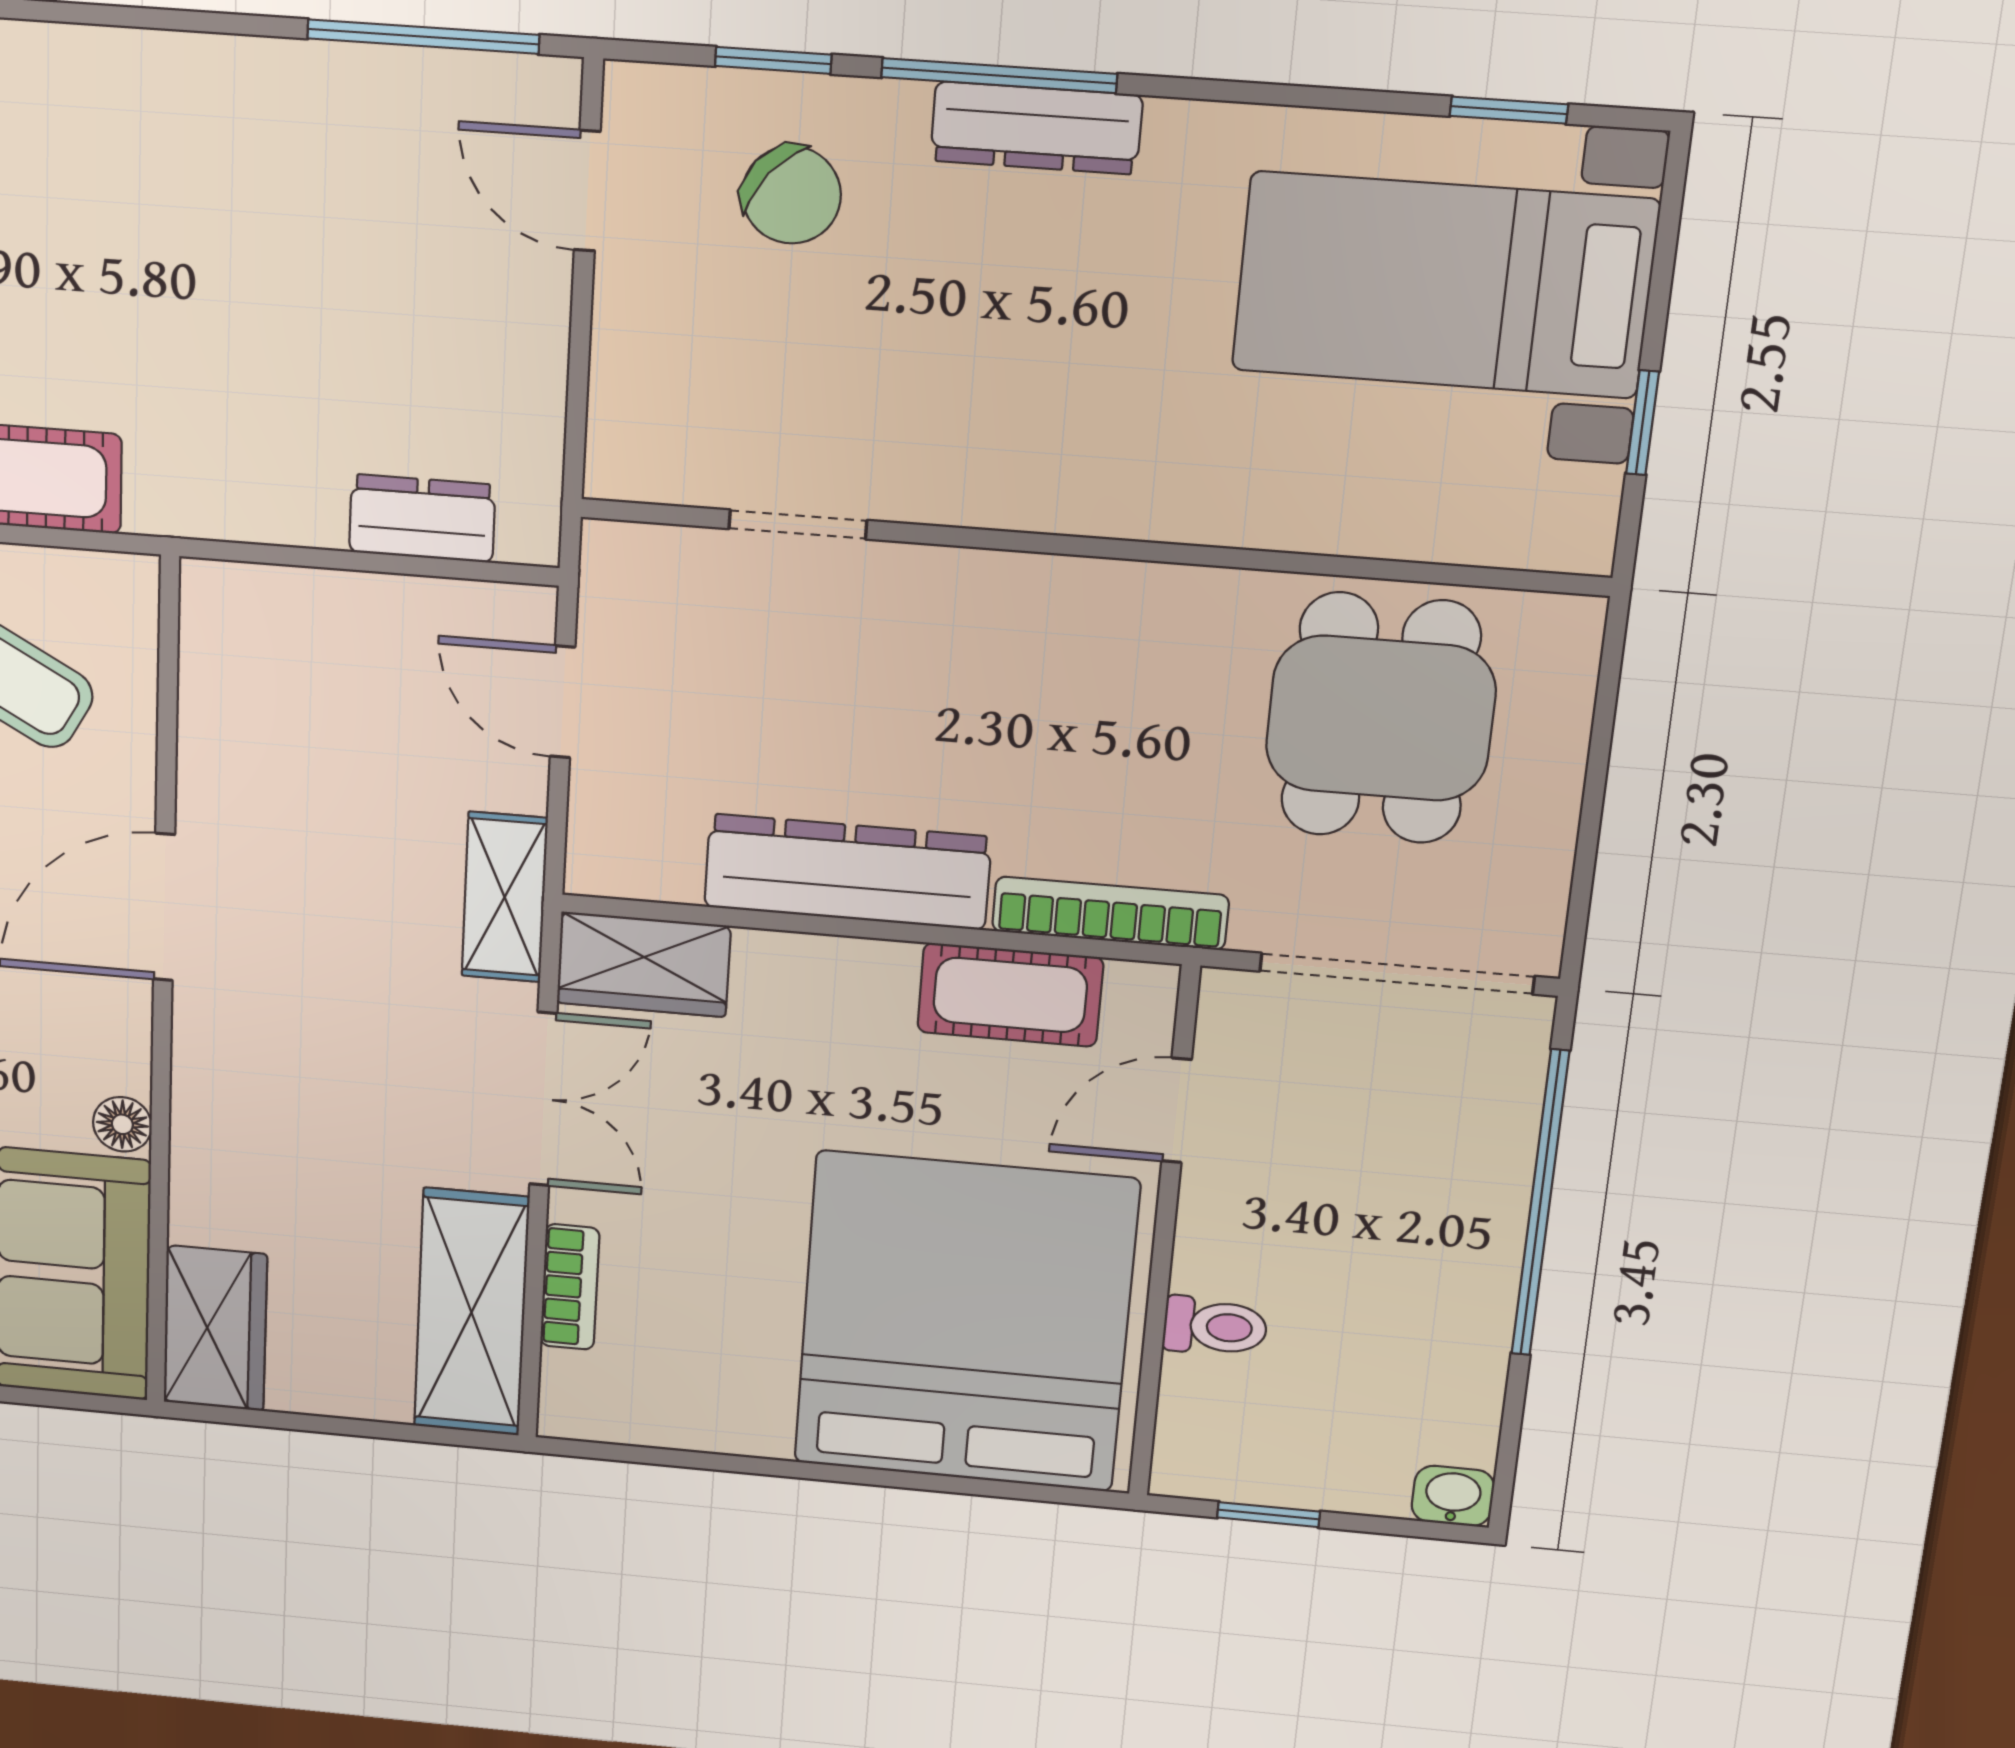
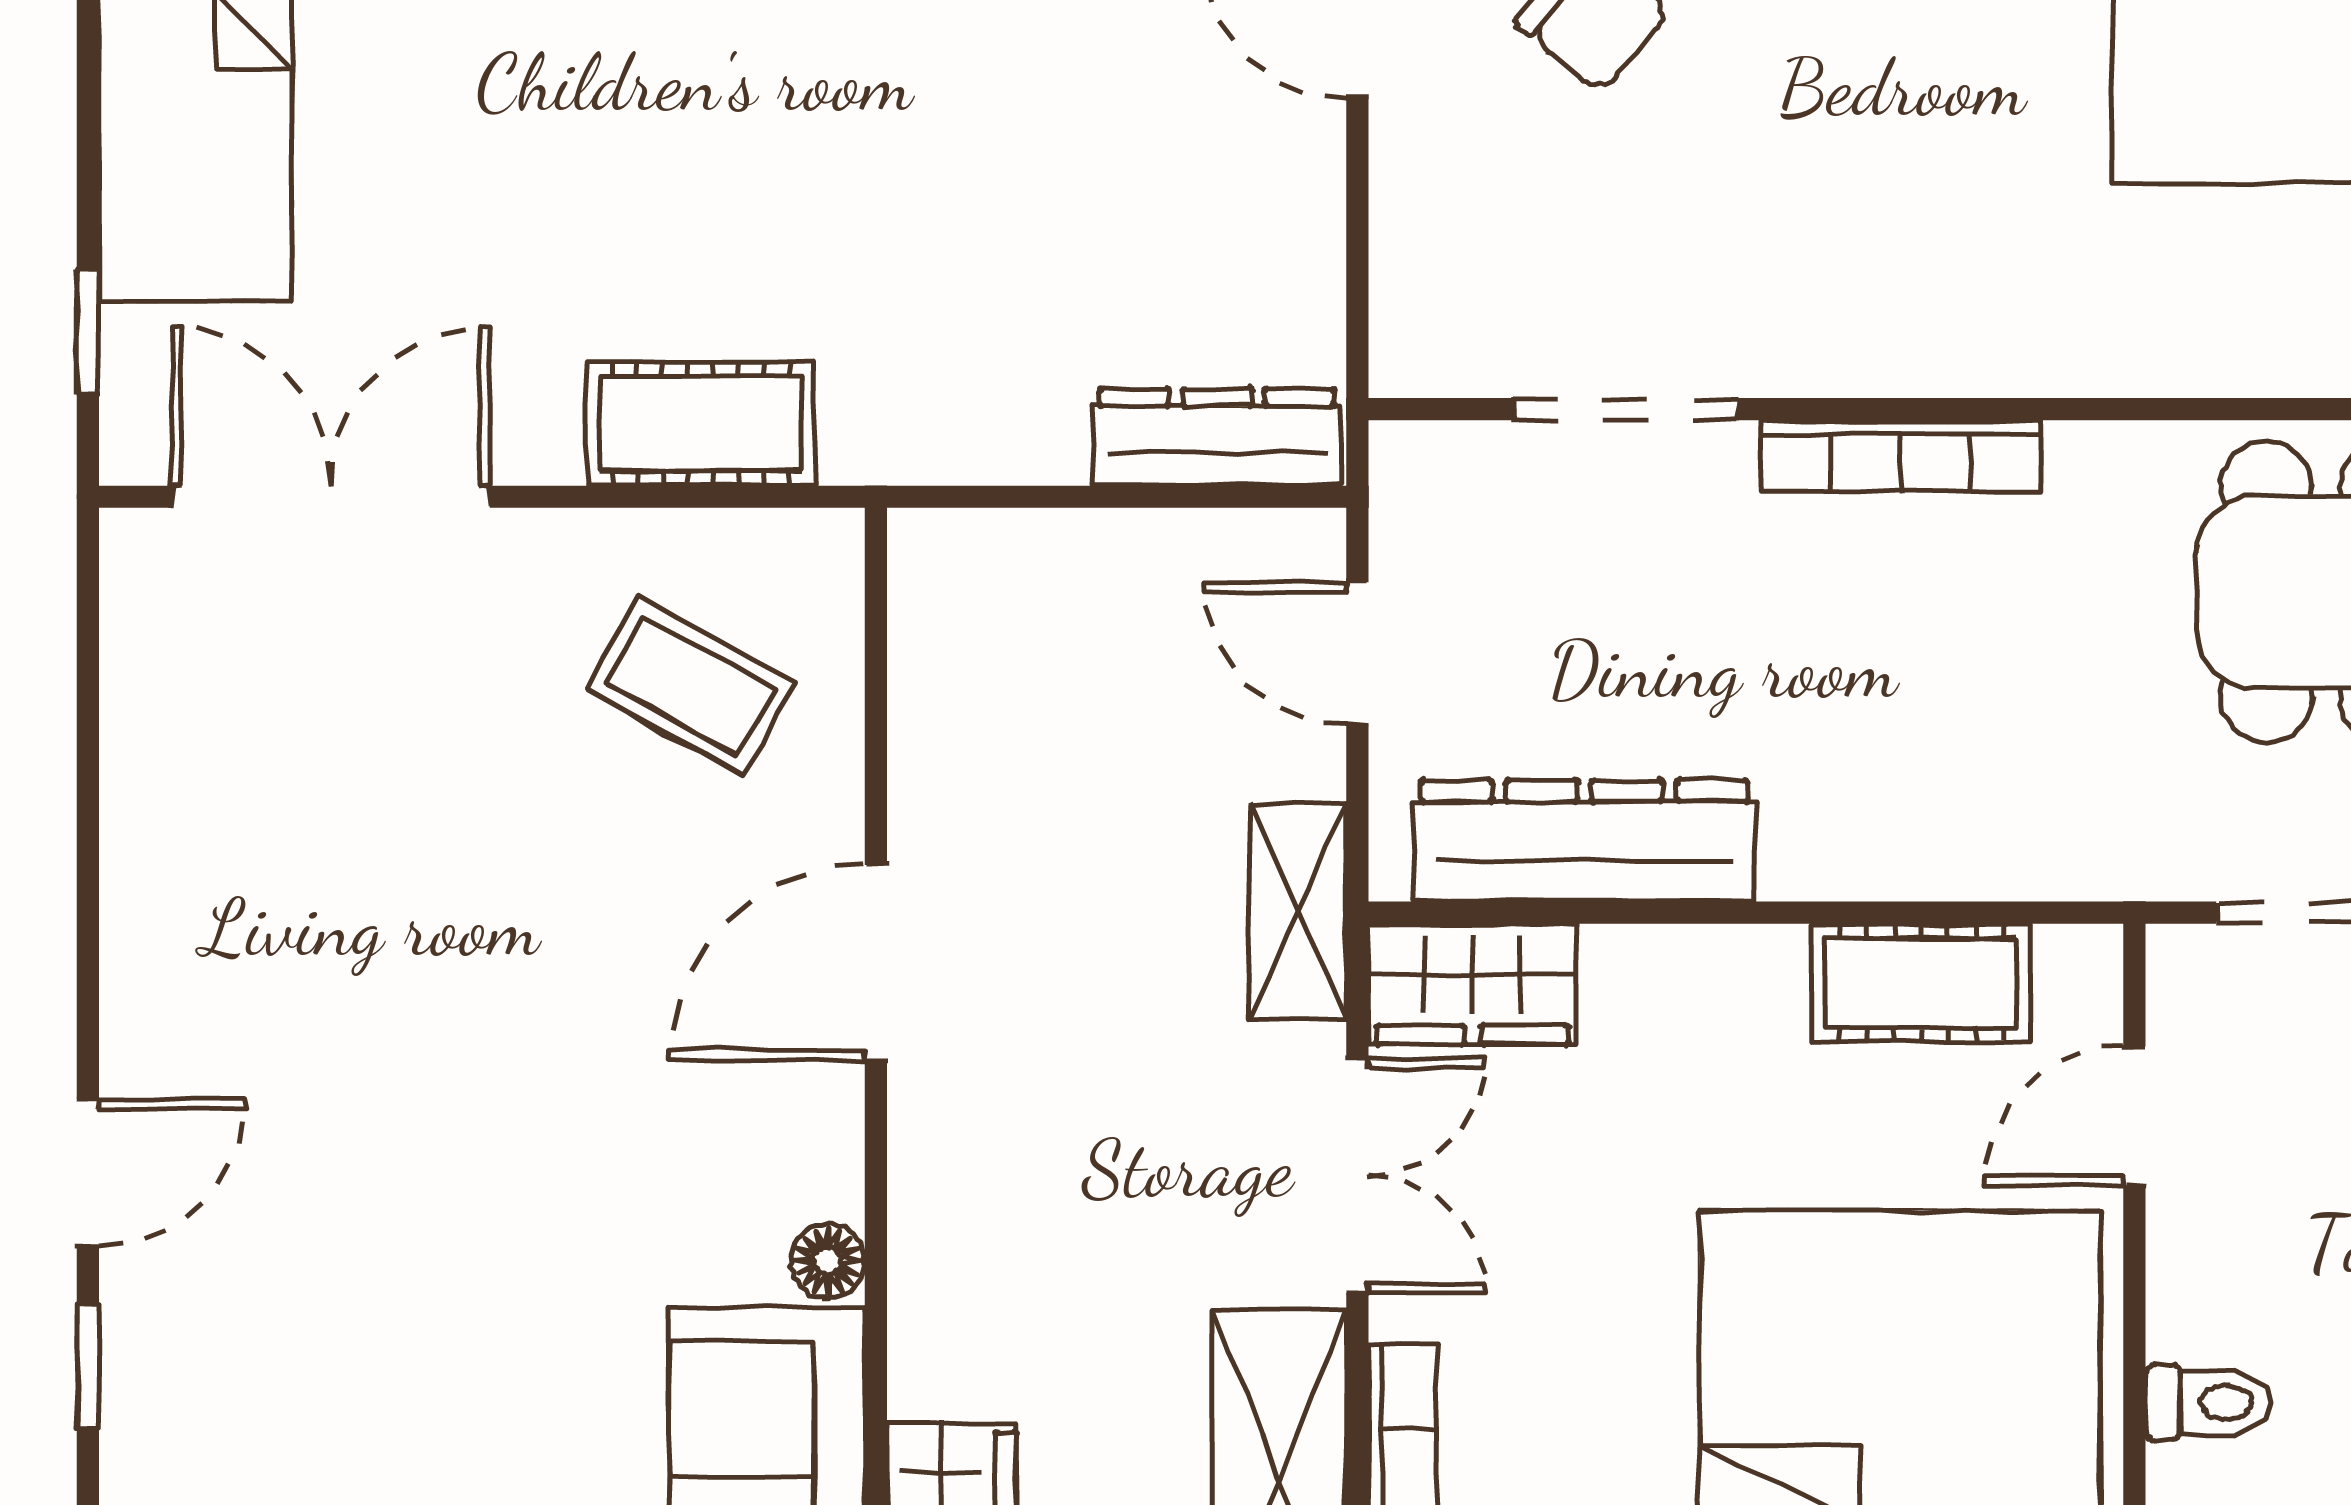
dresser: (422, 518) -> (1217, 437), width x1.44
doorway: (798, 525) -> (1626, 409), width x1.38
dresser: (847, 872) -> (1584, 841), moved
bookcase: (1110, 913) -> (1901, 456), moved, turned 180

